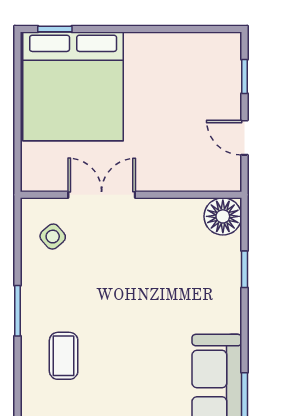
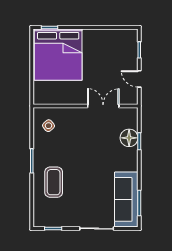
double door: (102, 195) -> (103, 106), moved
floor lamp: (223, 216) -> (129, 138), moved
coffee table: (64, 356) -> (54, 182), width x1.36, depth x1.30

